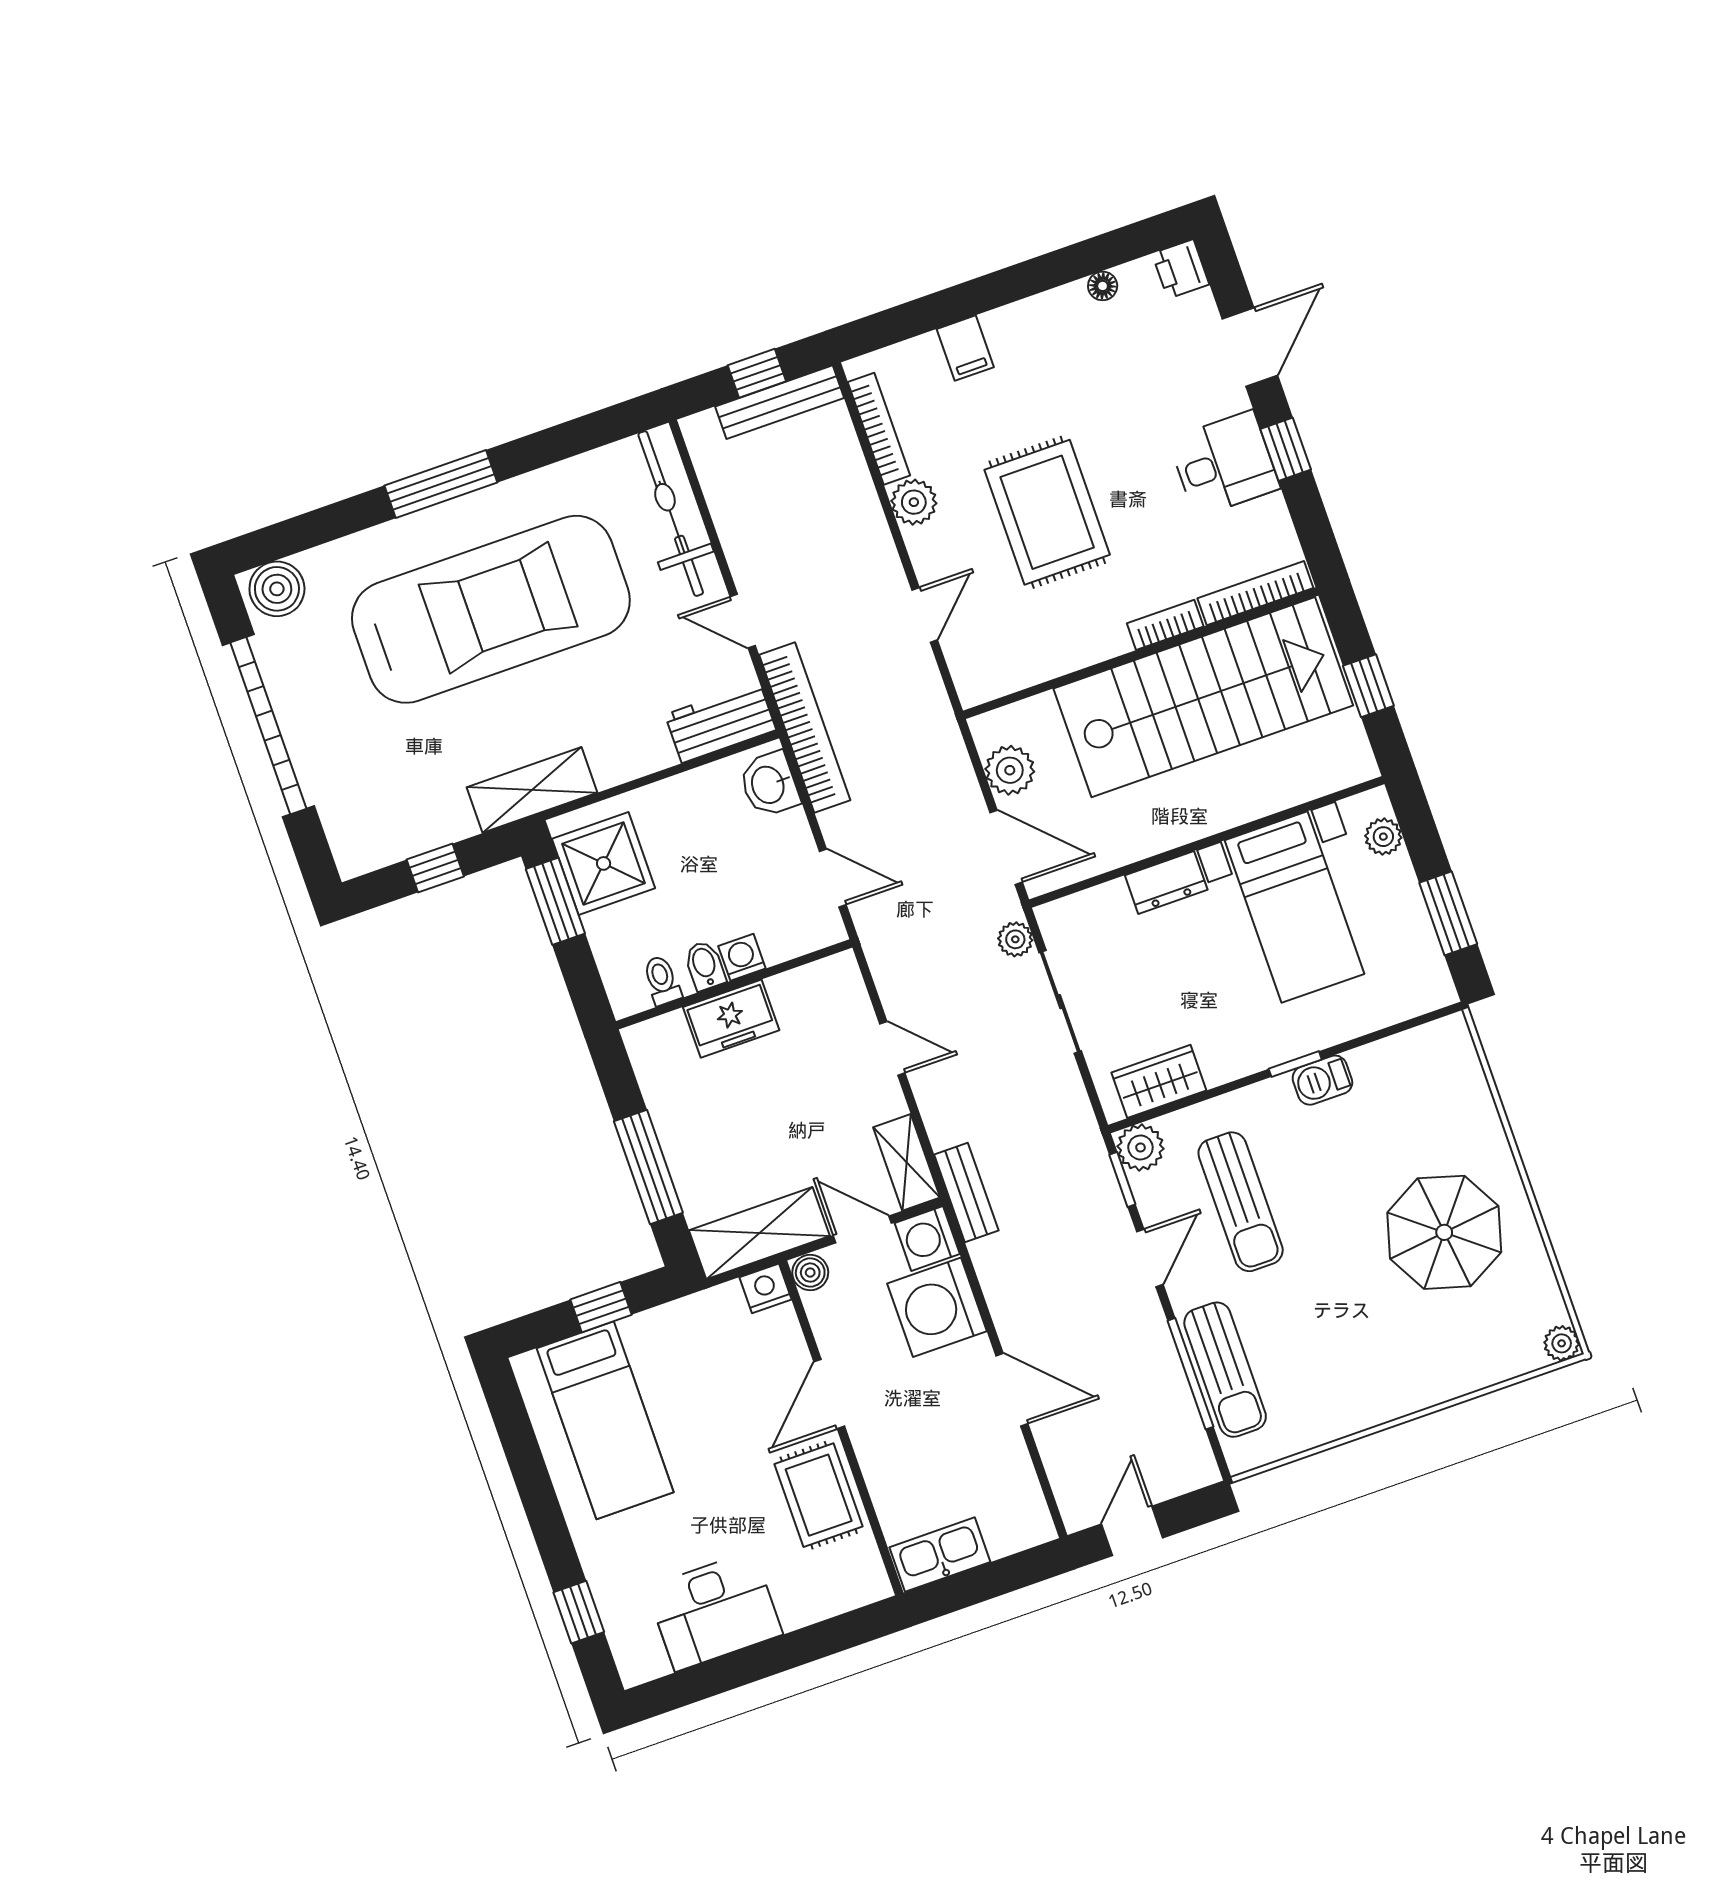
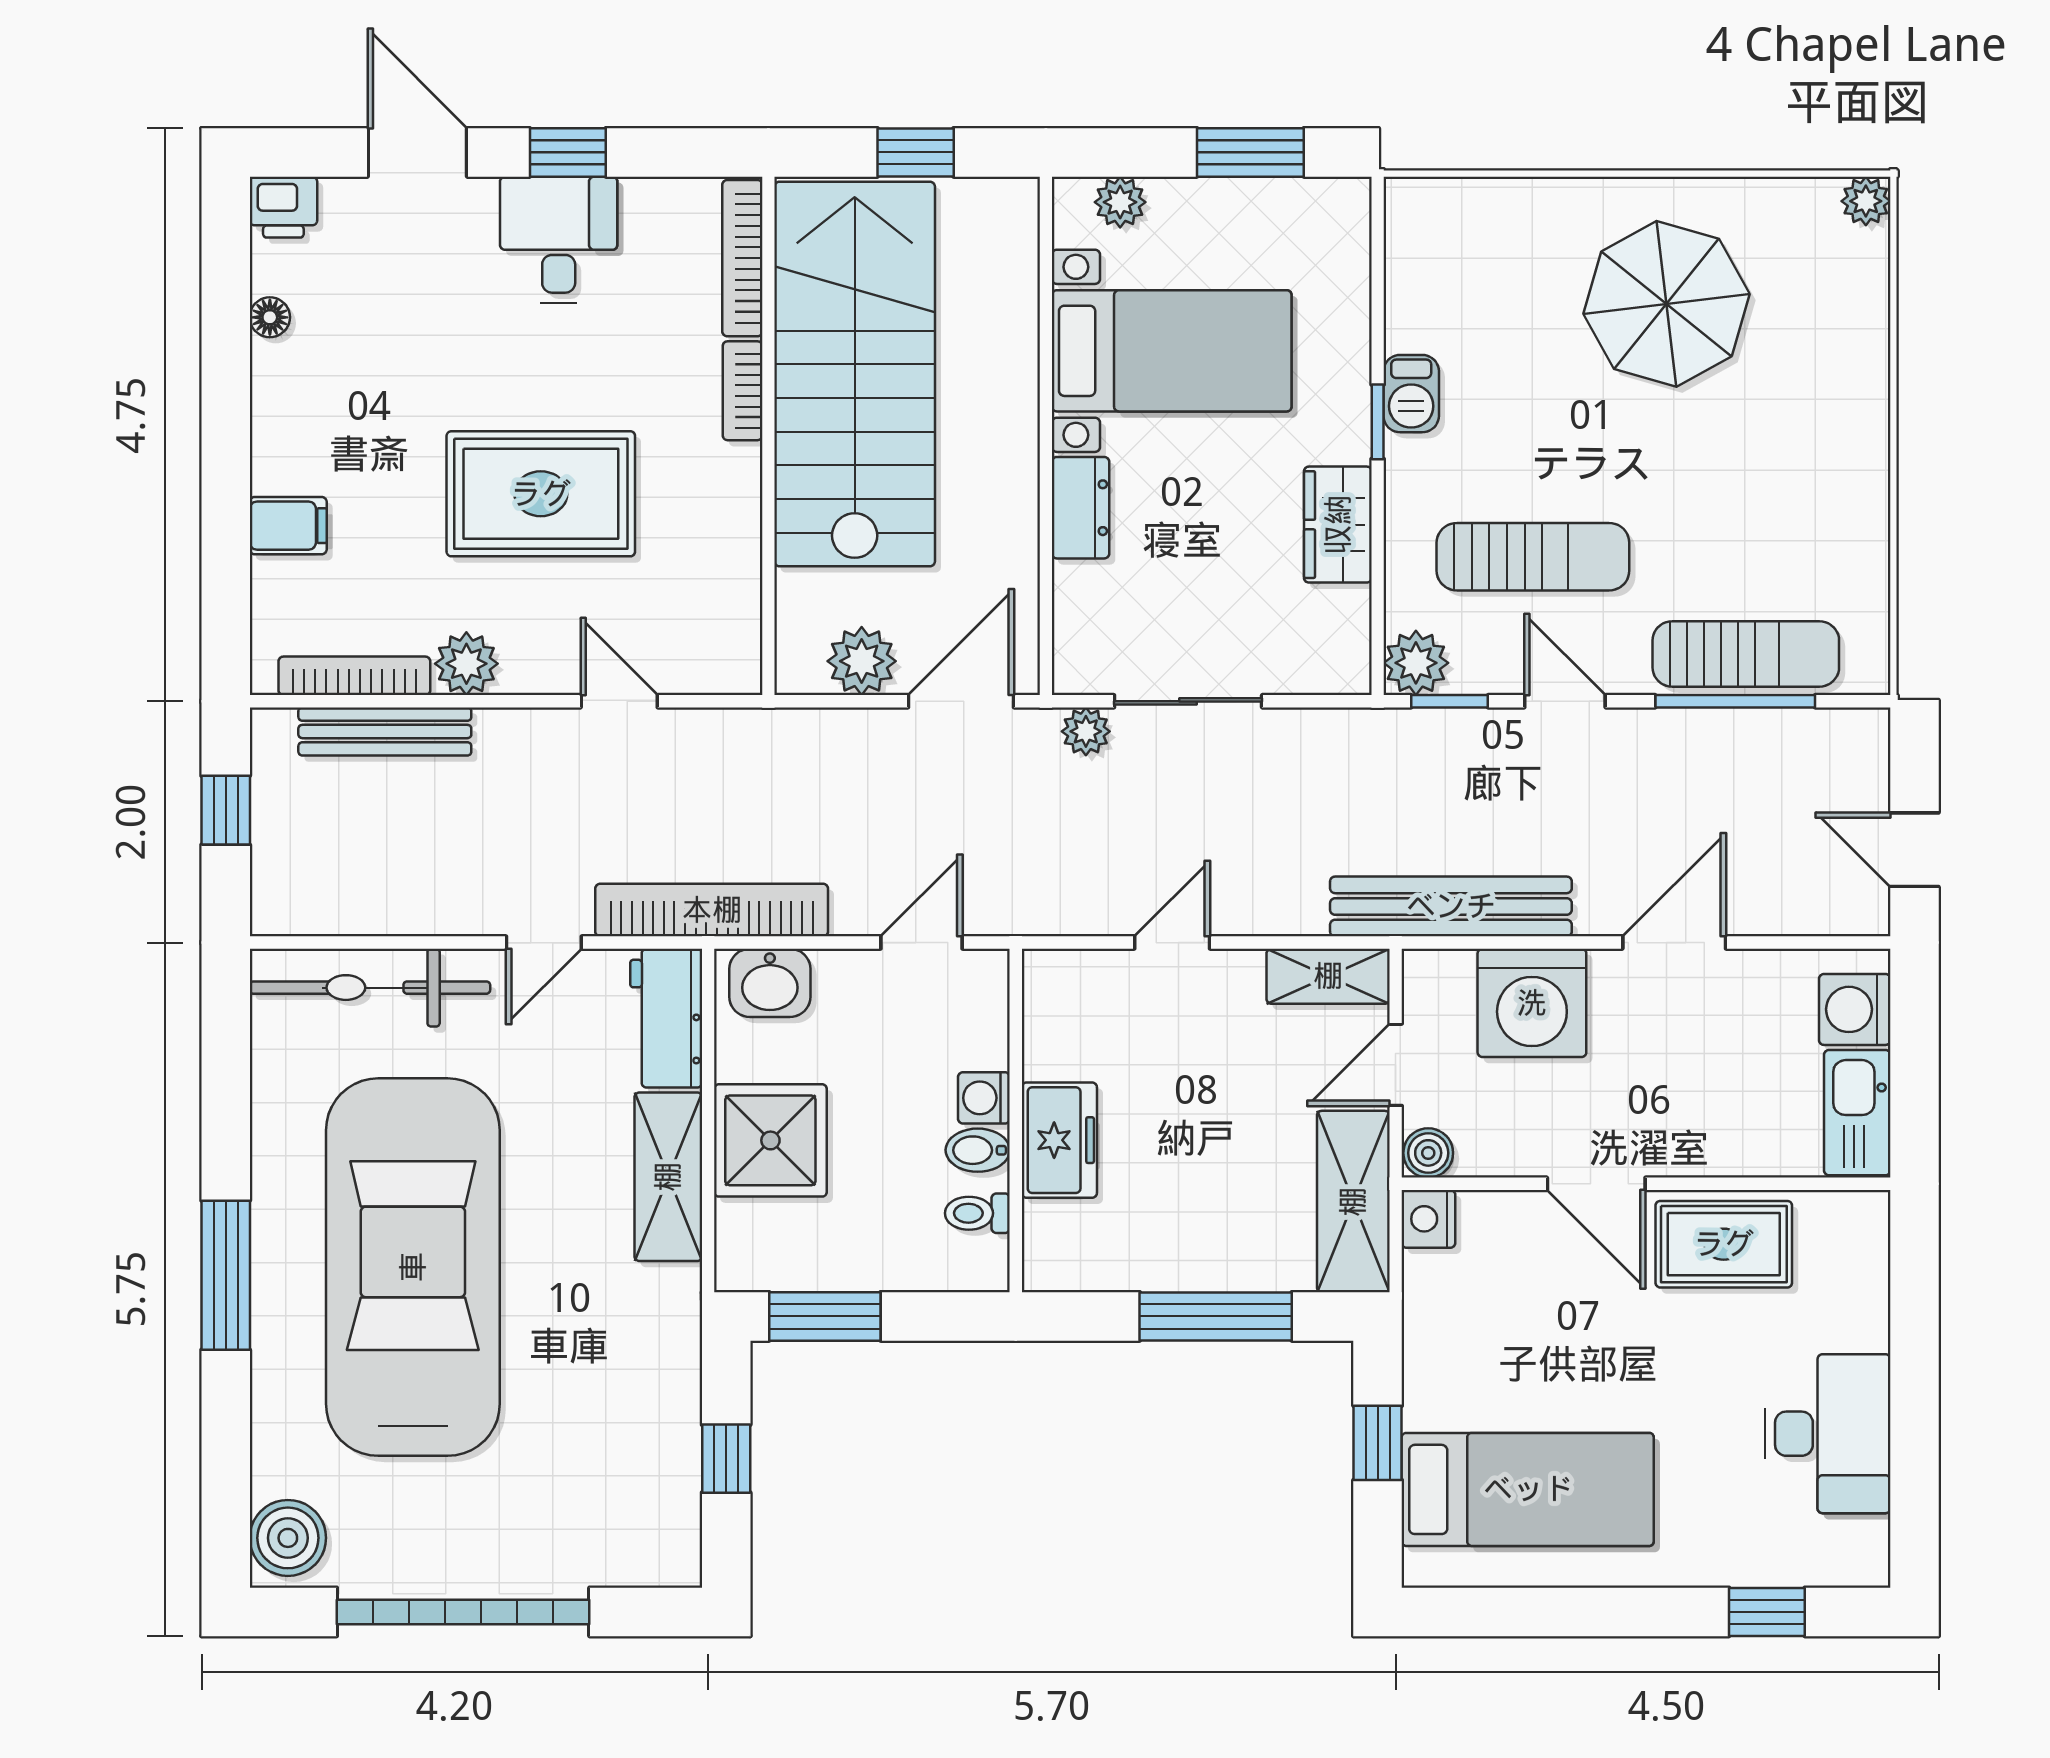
bench: (780, 402) -> (385, 731), moved, turned 90
shelving: (532, 790) -> (668, 1177), moved
shower: (604, 863) -> (770, 1140), moved
wardrobe: (1159, 1081) -> (1338, 525), moved
bench: (966, 1192) -> (1451, 906), width x1.86, depth x1.21
washing machine: (927, 1238) -> (1855, 1009), moved, turned 90

